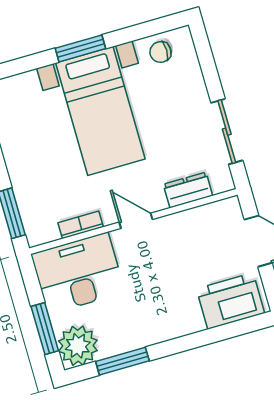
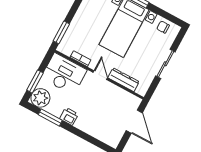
sliding door: (227, 132) -> (165, 64), moved
dresser: (188, 190) -> (124, 80), width x1.44
printer: (230, 301) -> (69, 116), moved, width x0.53, depth x0.68

